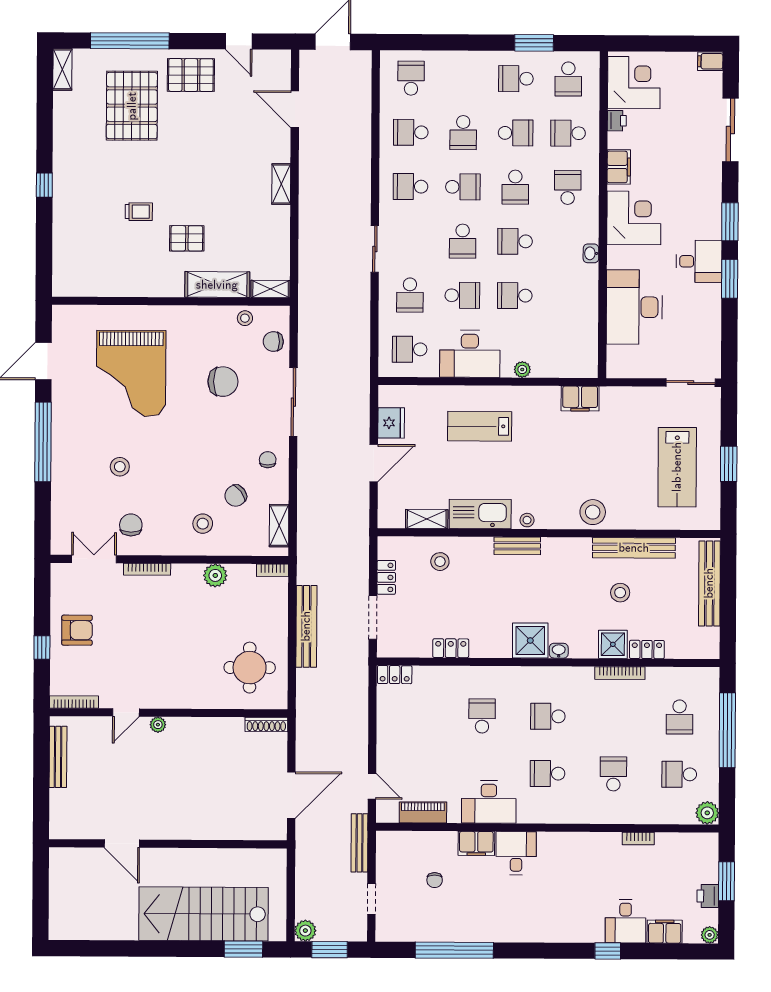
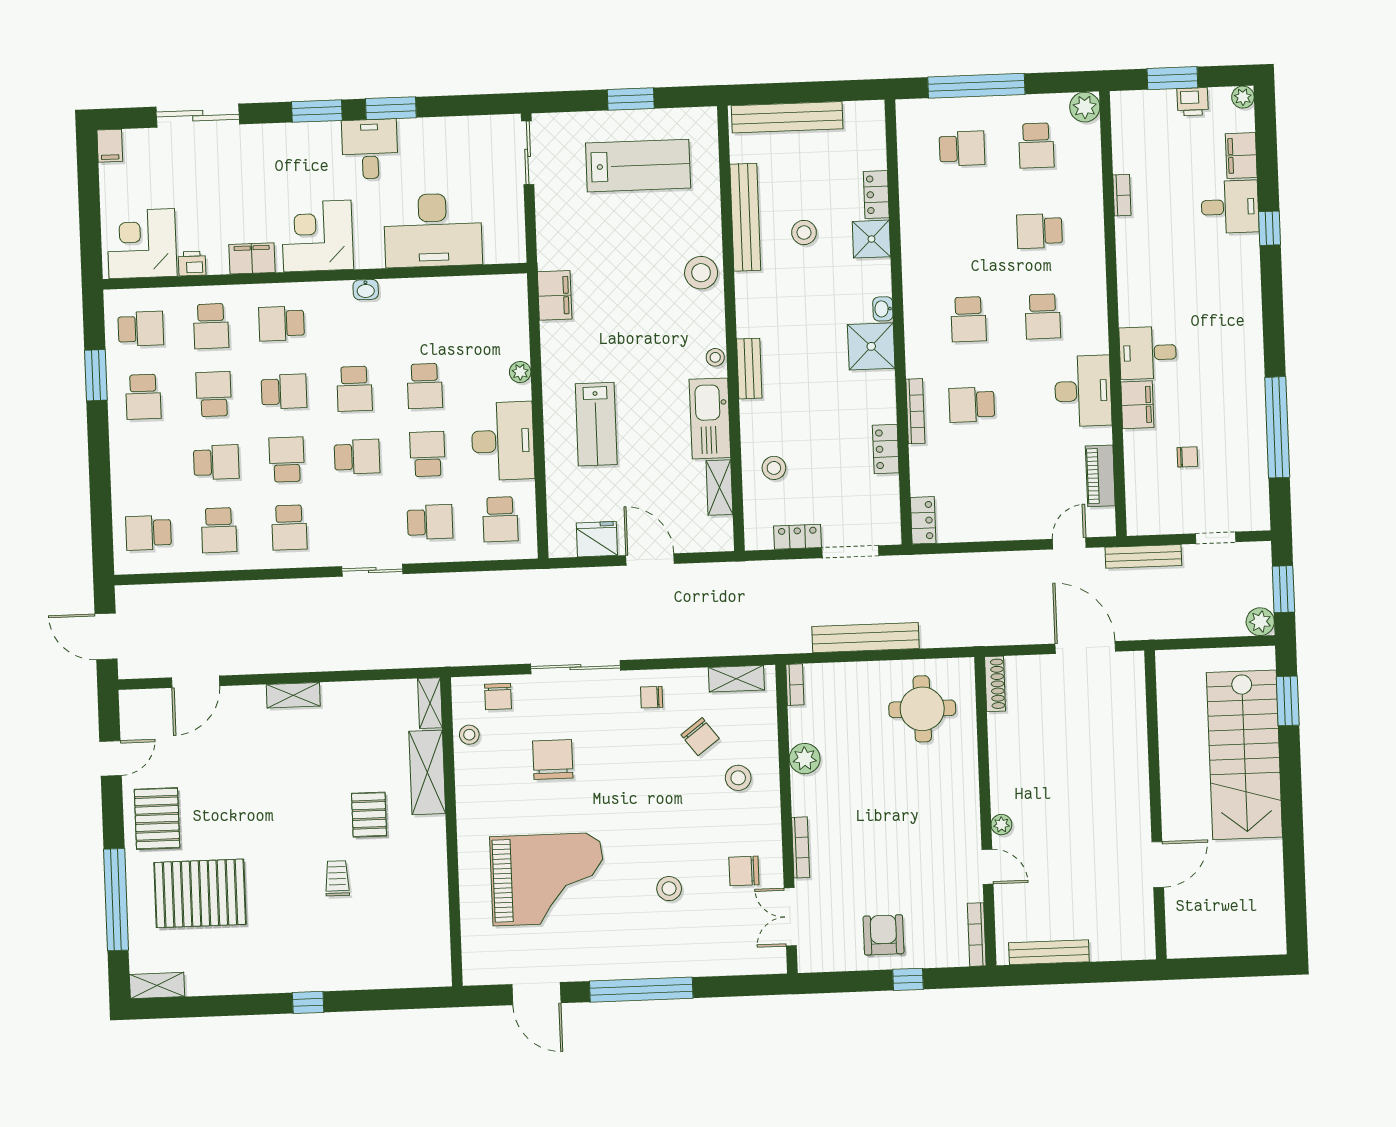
bookcase: (620, 673) -> (915, 411), moved

